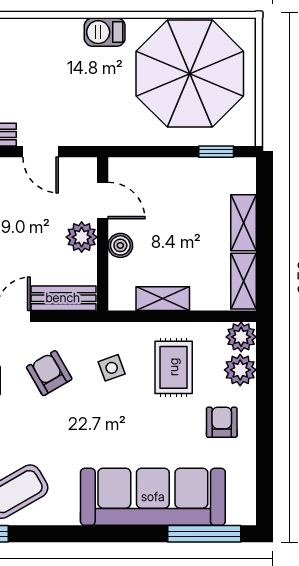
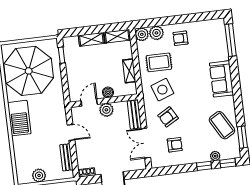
barbecue: (105, 32) -> (19, 118), width x1.88, depth x1.53
door: (41, 152) -> (71, 132), hinge flipped
side table: (112, 368) -> (162, 90), width x1.87, depth x1.87
sofa: (153, 497) -> (221, 79), width x0.54, depth x0.79

